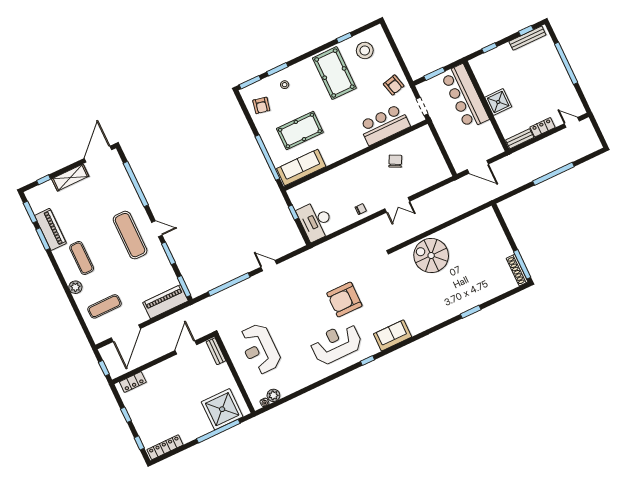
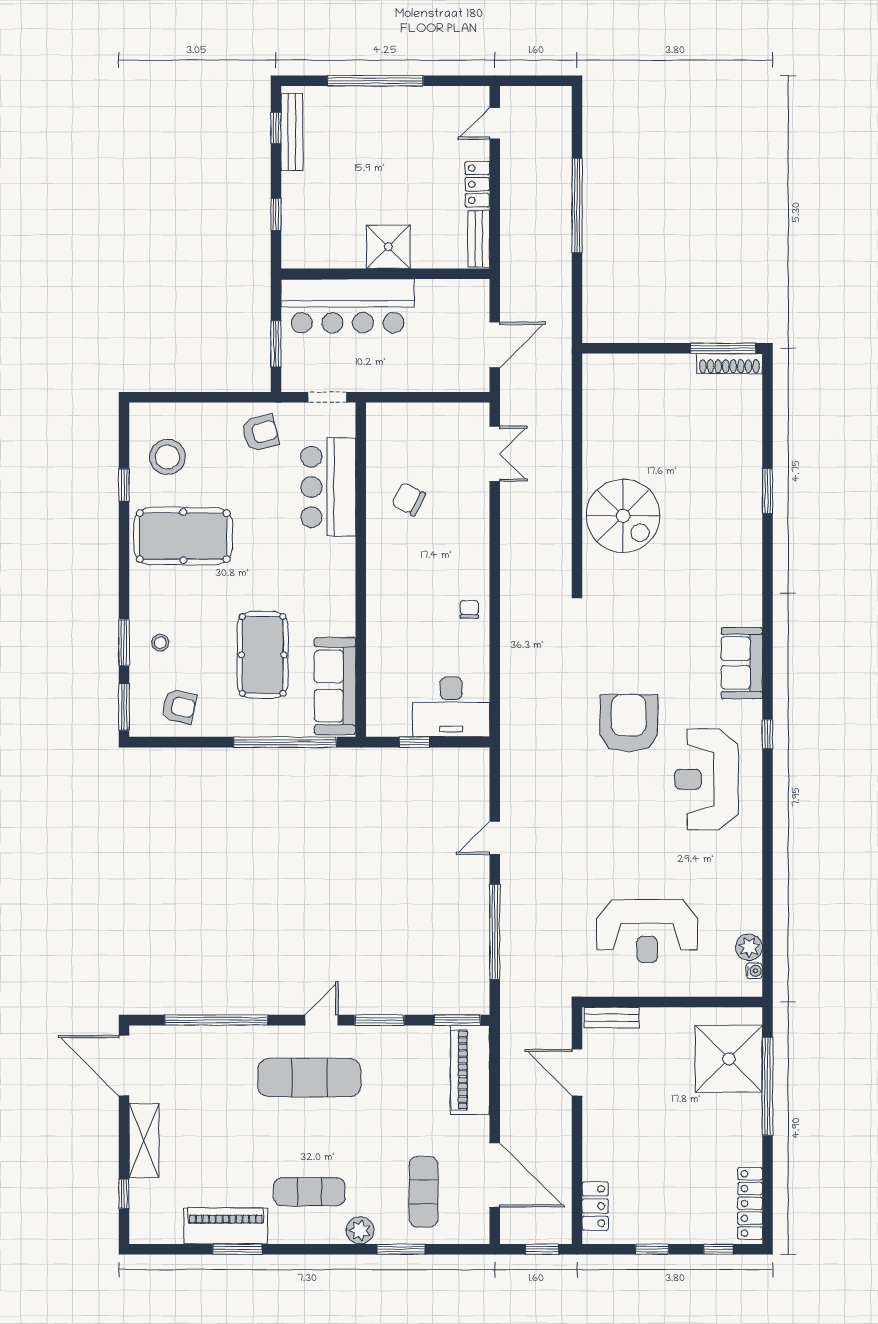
double door: (397, 205) -> (495, 454), moved
window: (30, 212) -> (401, 1249), moved
spiral stairs: (431, 255) -> (623, 516), turned -90
armchair: (344, 299) -> (629, 723), turned 180

